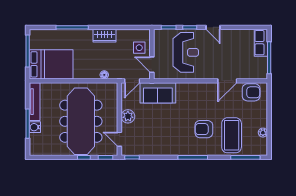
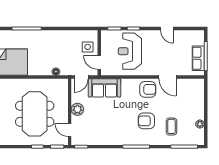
door: (213, 27) -> (167, 28), moved
wardrobe: (104, 36) -> (56, 36), removed
row of seats: (261, 43) -> (198, 58), moved
reception desk: (186, 52) -> (130, 51), turned 180
door: (227, 81) -> (168, 77), hinge flipped
armchair: (251, 92) -> (148, 89), moved
meeting table: (81, 121) -> (35, 114), width x0.73
coffee table: (232, 135) -> (171, 126), width x0.54, depth x0.58

